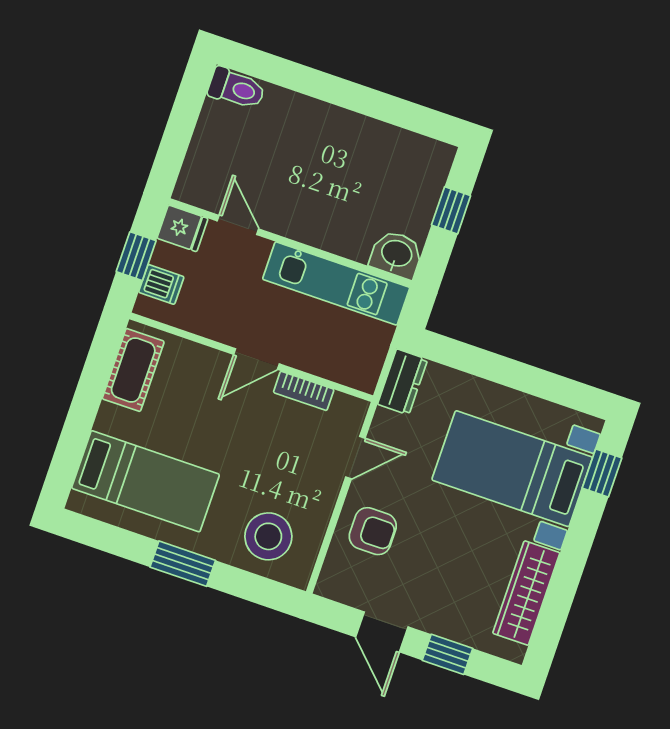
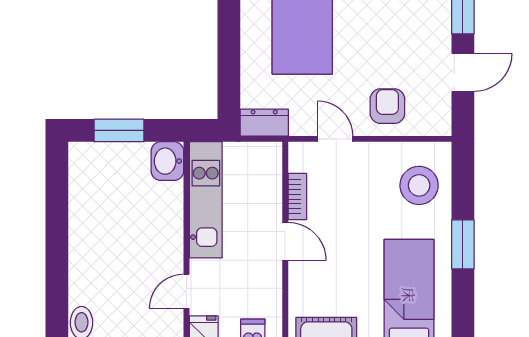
window: (451, 210) -> (119, 130), width x1.50

